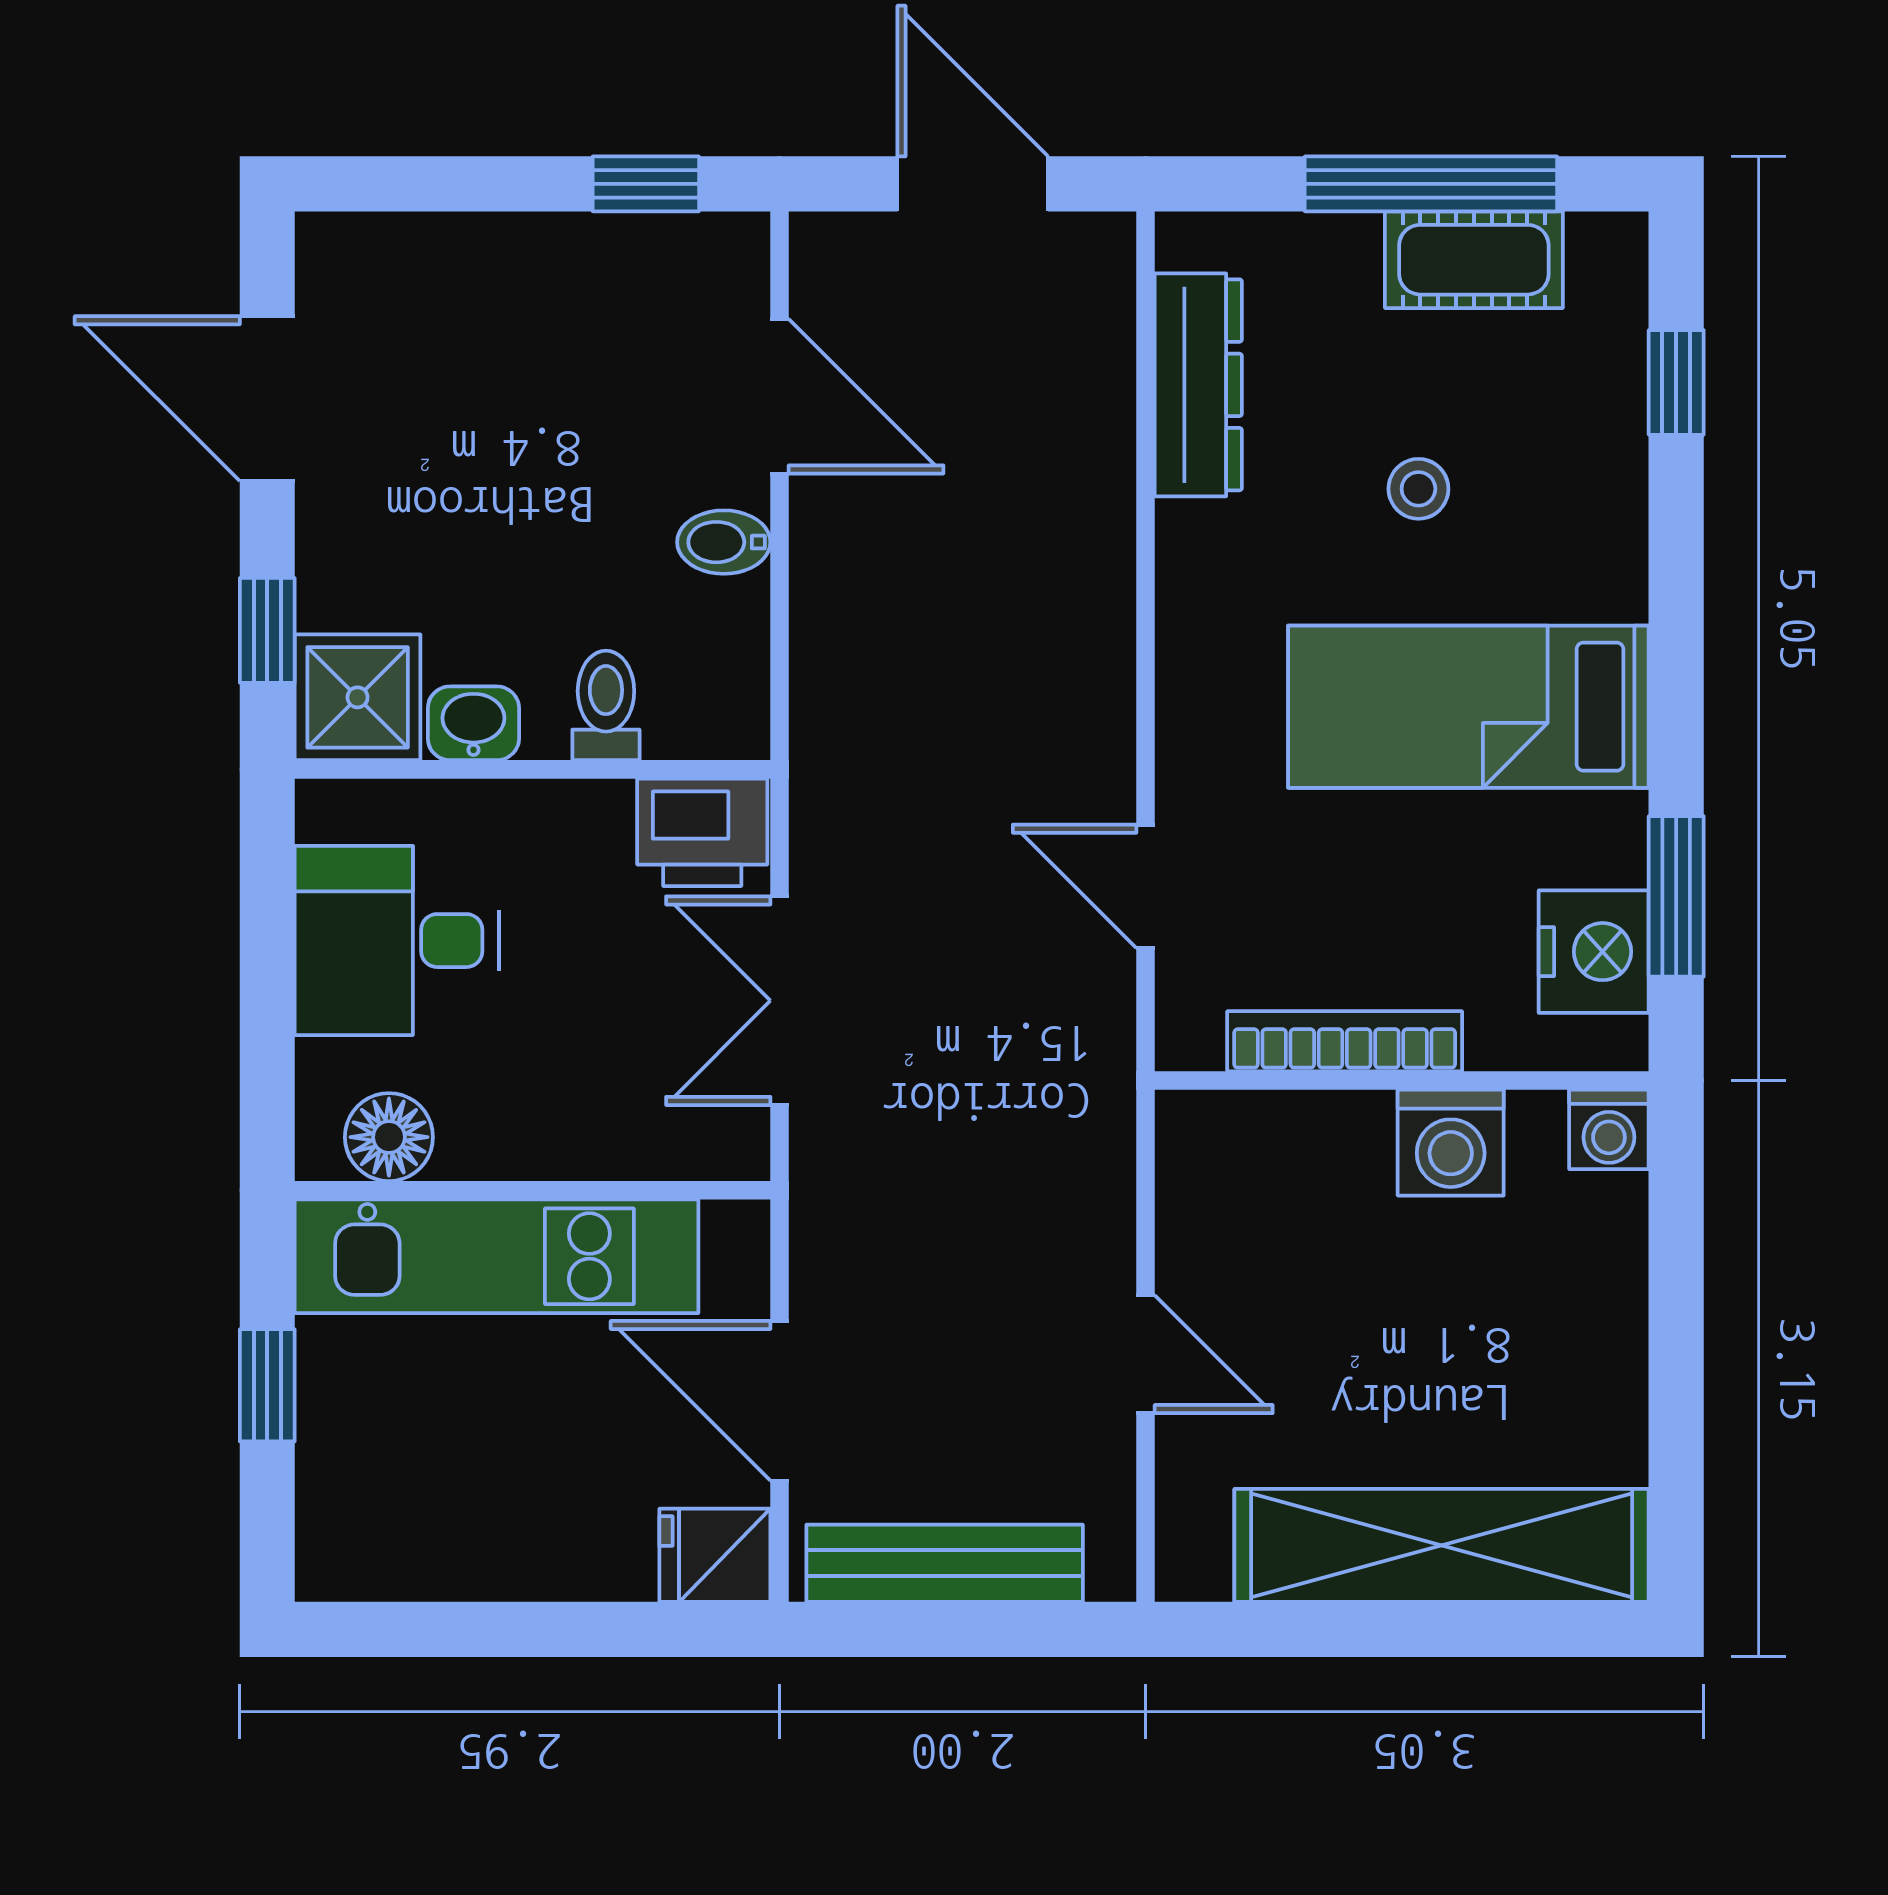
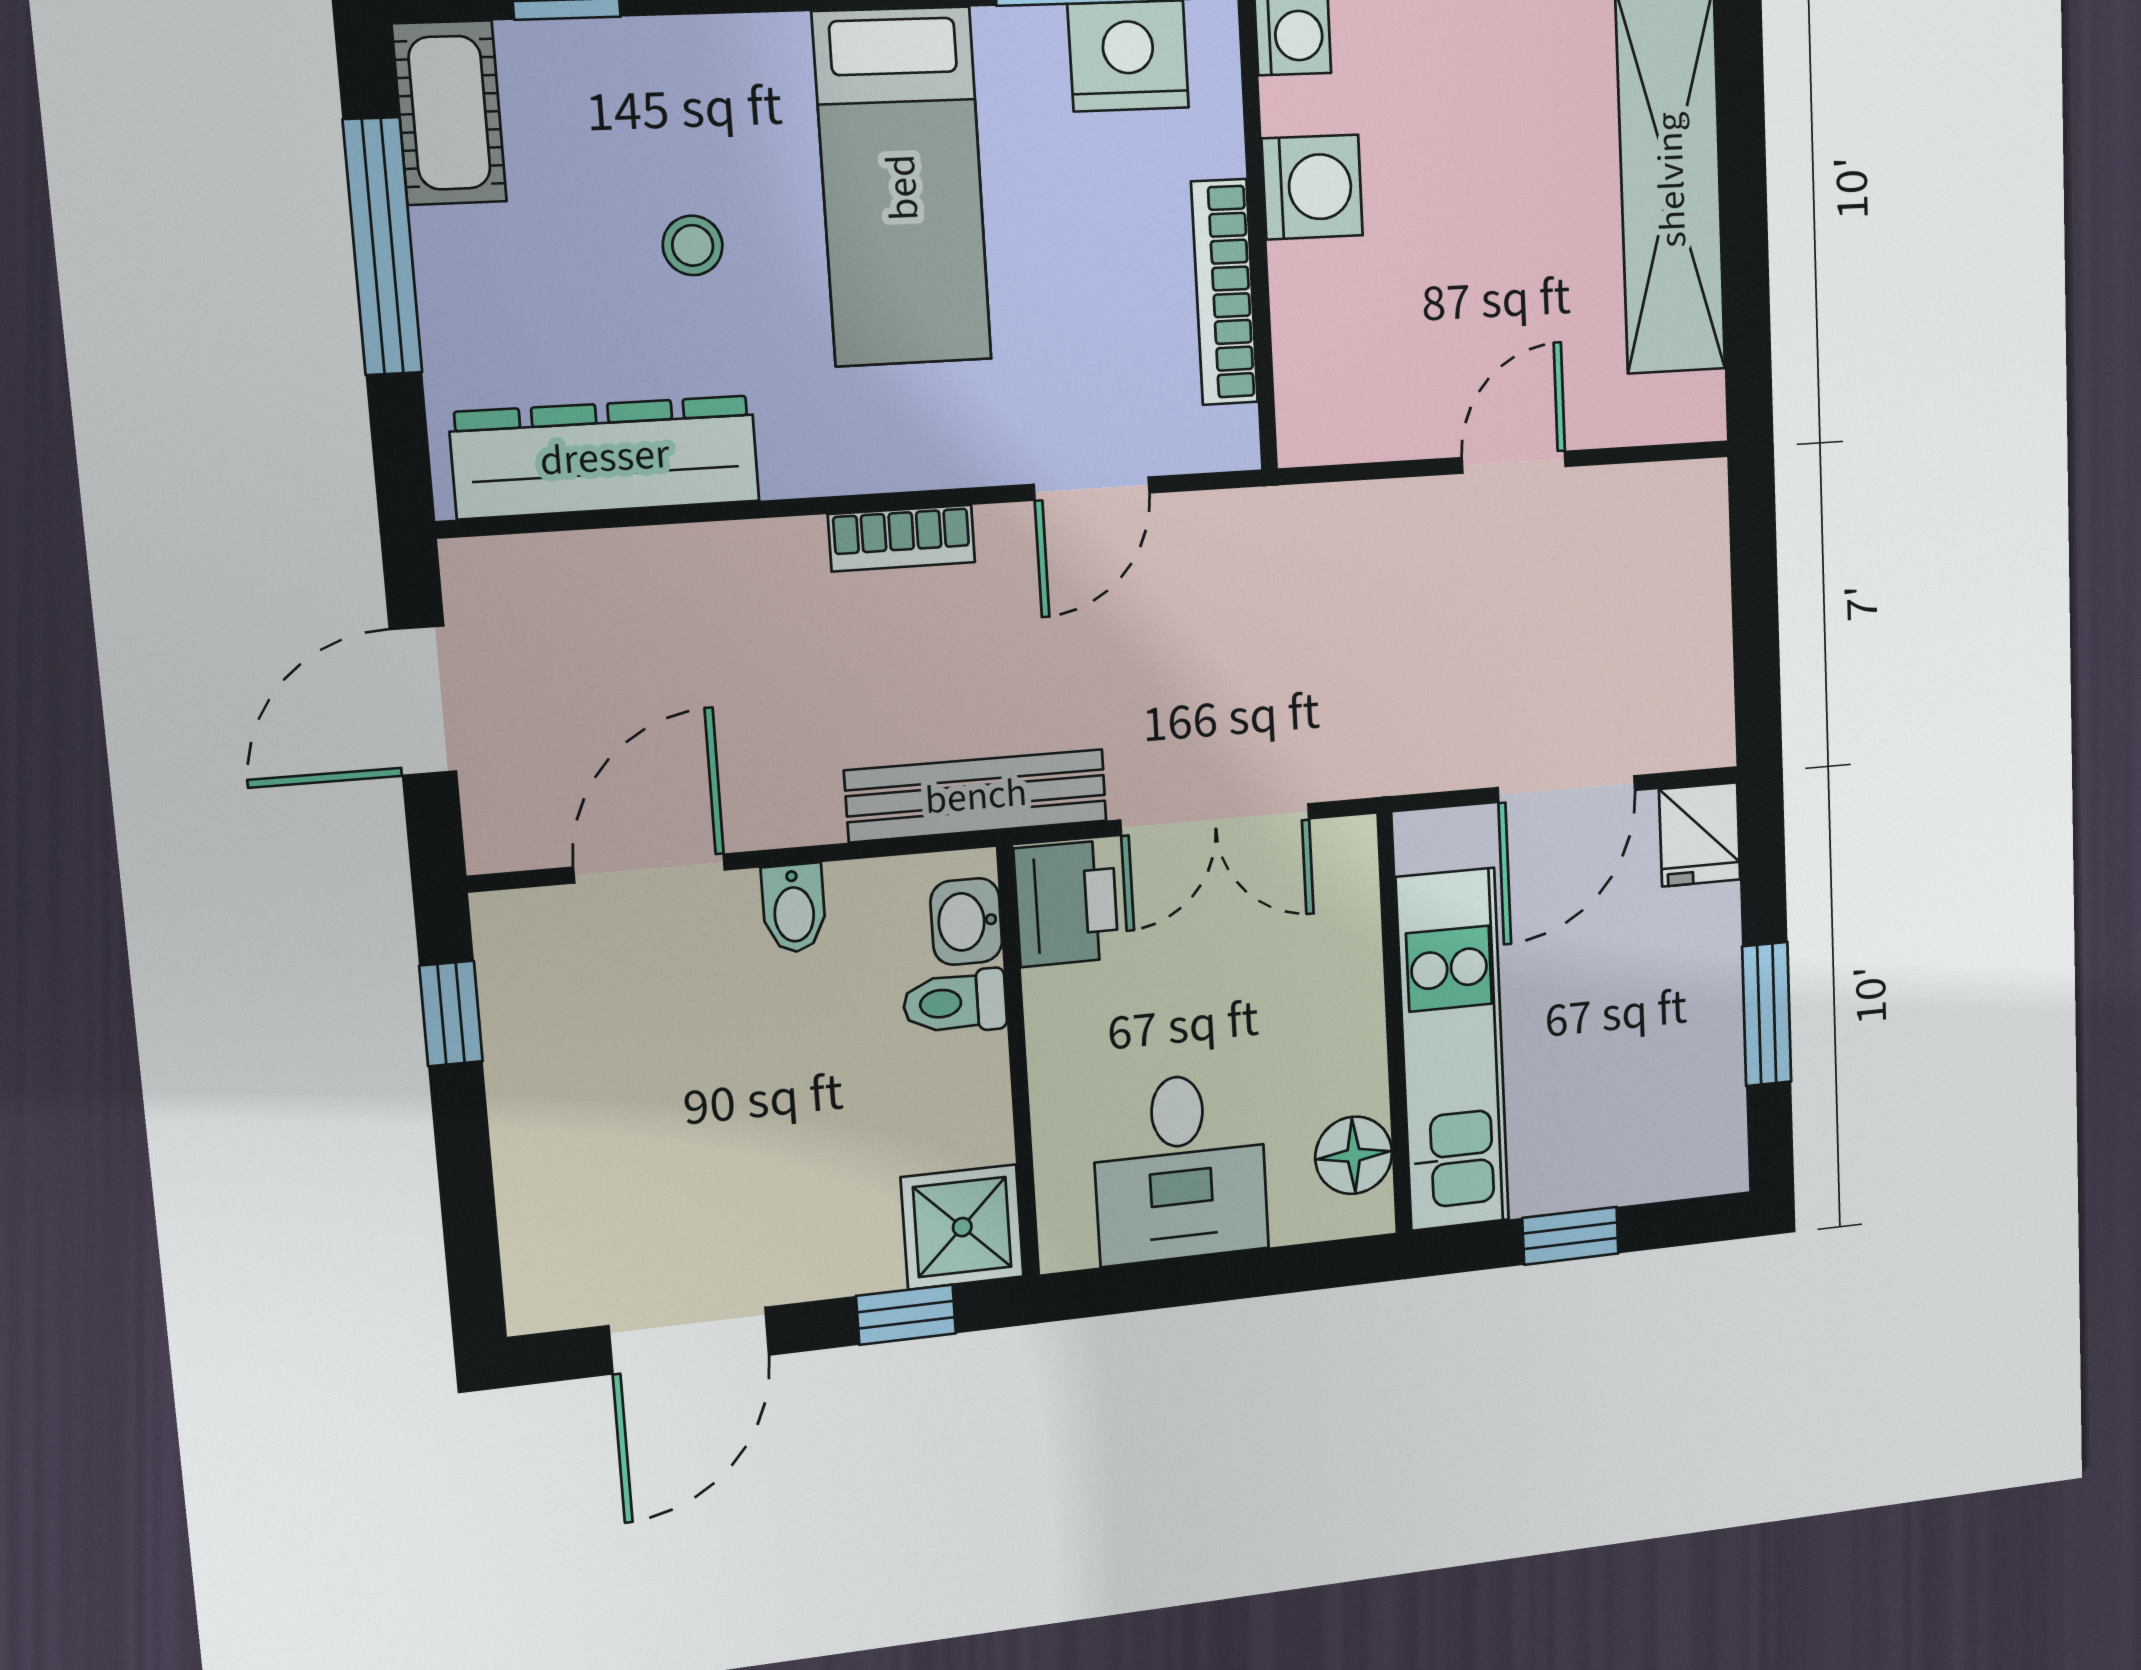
cot: (1474, 260) -> (449, 113), moved
dresser: (1198, 385) -> (605, 457), width x1.37, depth x1.24
bookcase: (1106, 682) -> (902, 538), added
washbasin: (473, 723) -> (966, 922), moved
bench: (945, 1563) -> (976, 796), moved, turned 90
window: (500, 1629) -> (1767, 1014), added

